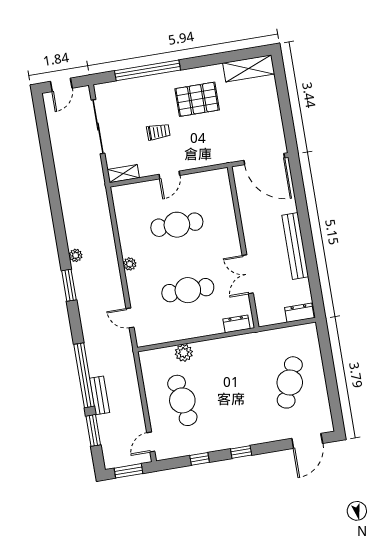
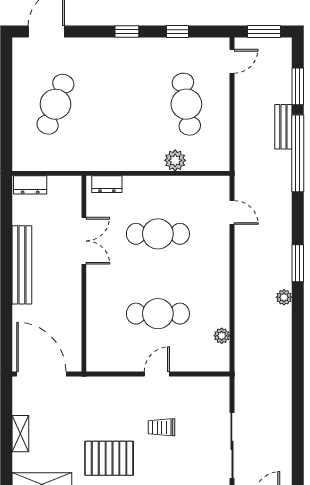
shelving: (123, 174) -> (20, 434), moved, turned 90
plant: (130, 264) -> (222, 336), moved

